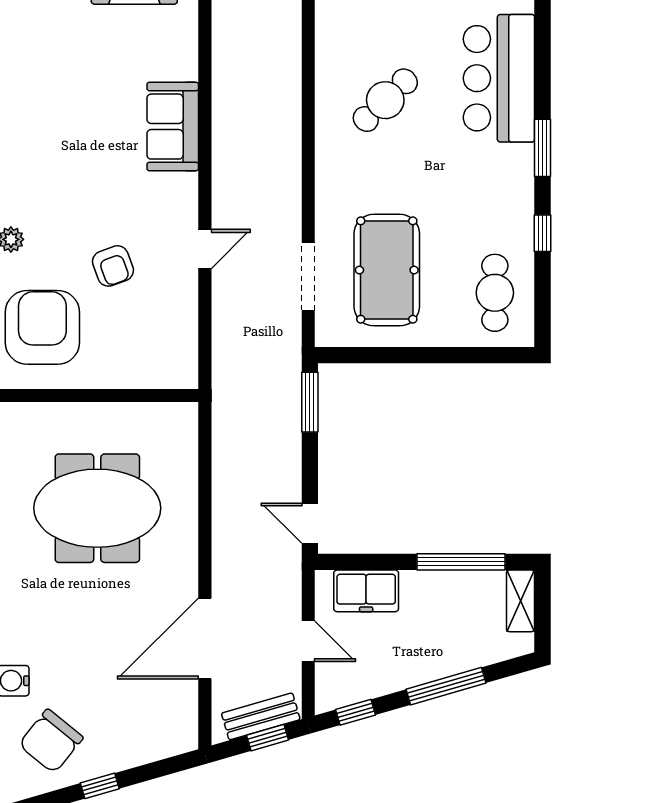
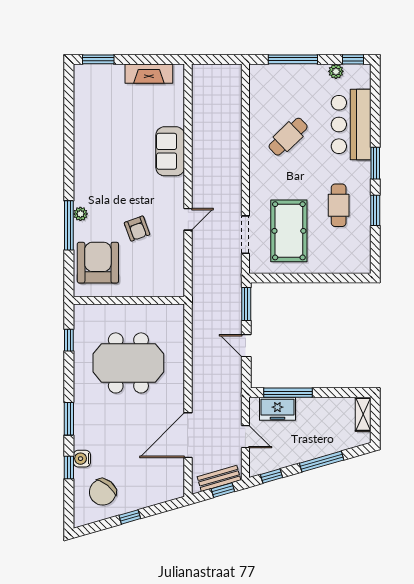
window: (543, 233) -> (375, 210), width x1.50
cafe table: (495, 293) -> (339, 205), moved
door: (310, 523) -> (246, 346), moved
window: (461, 562) -> (288, 393), moved

